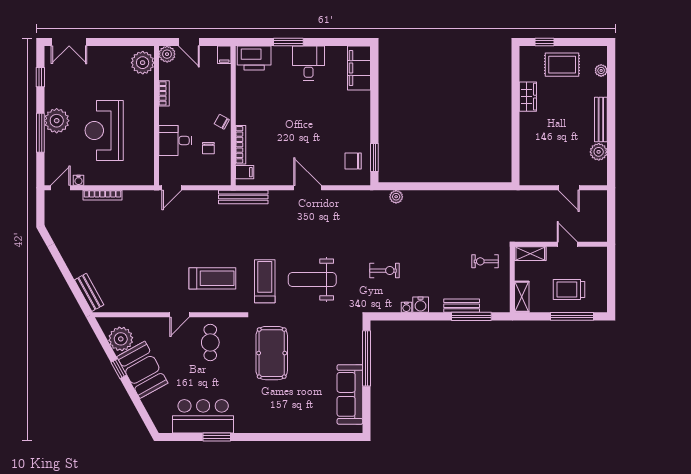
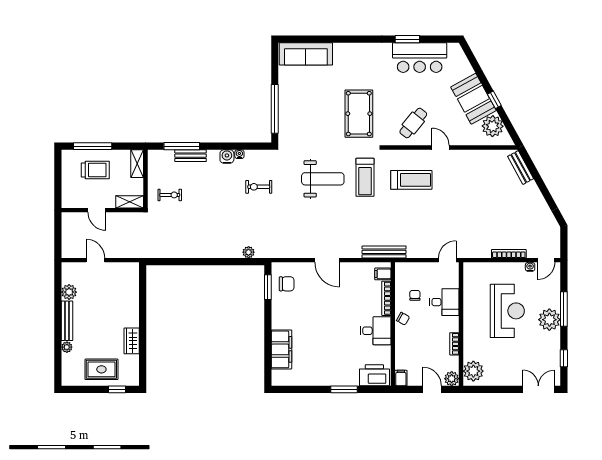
desk: (309, 63) -> (376, 331), moved, turned -90
filing cabinet: (359, 68) -> (281, 349), moved
plant: (601, 70) -> (67, 347), moved
treadmill: (212, 278) -> (411, 180), turned 180
door: (179, 315) -> (441, 148), hinge flipped
cafe table: (210, 342) -> (413, 123), turned 39
sofa: (350, 394) -> (306, 54), moved, turned 90

